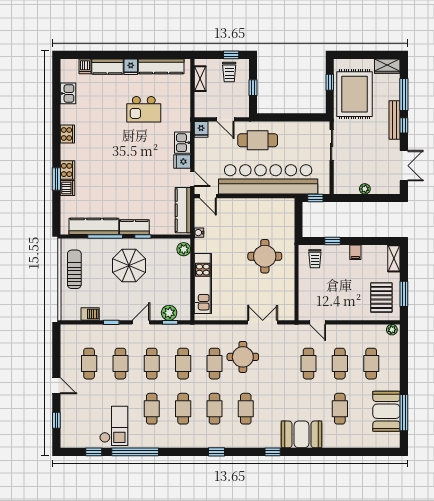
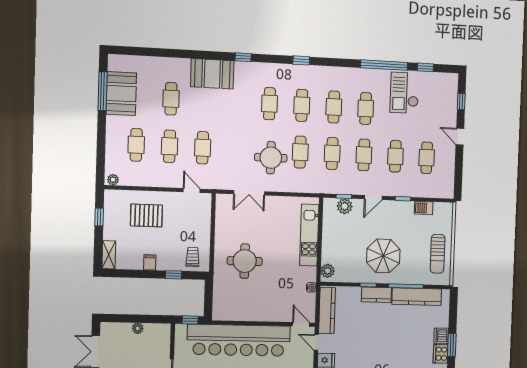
window: (404, 294) -> (99, 217), width x0.67
pallet: (381, 297) -> (146, 215), moved, turned 90

